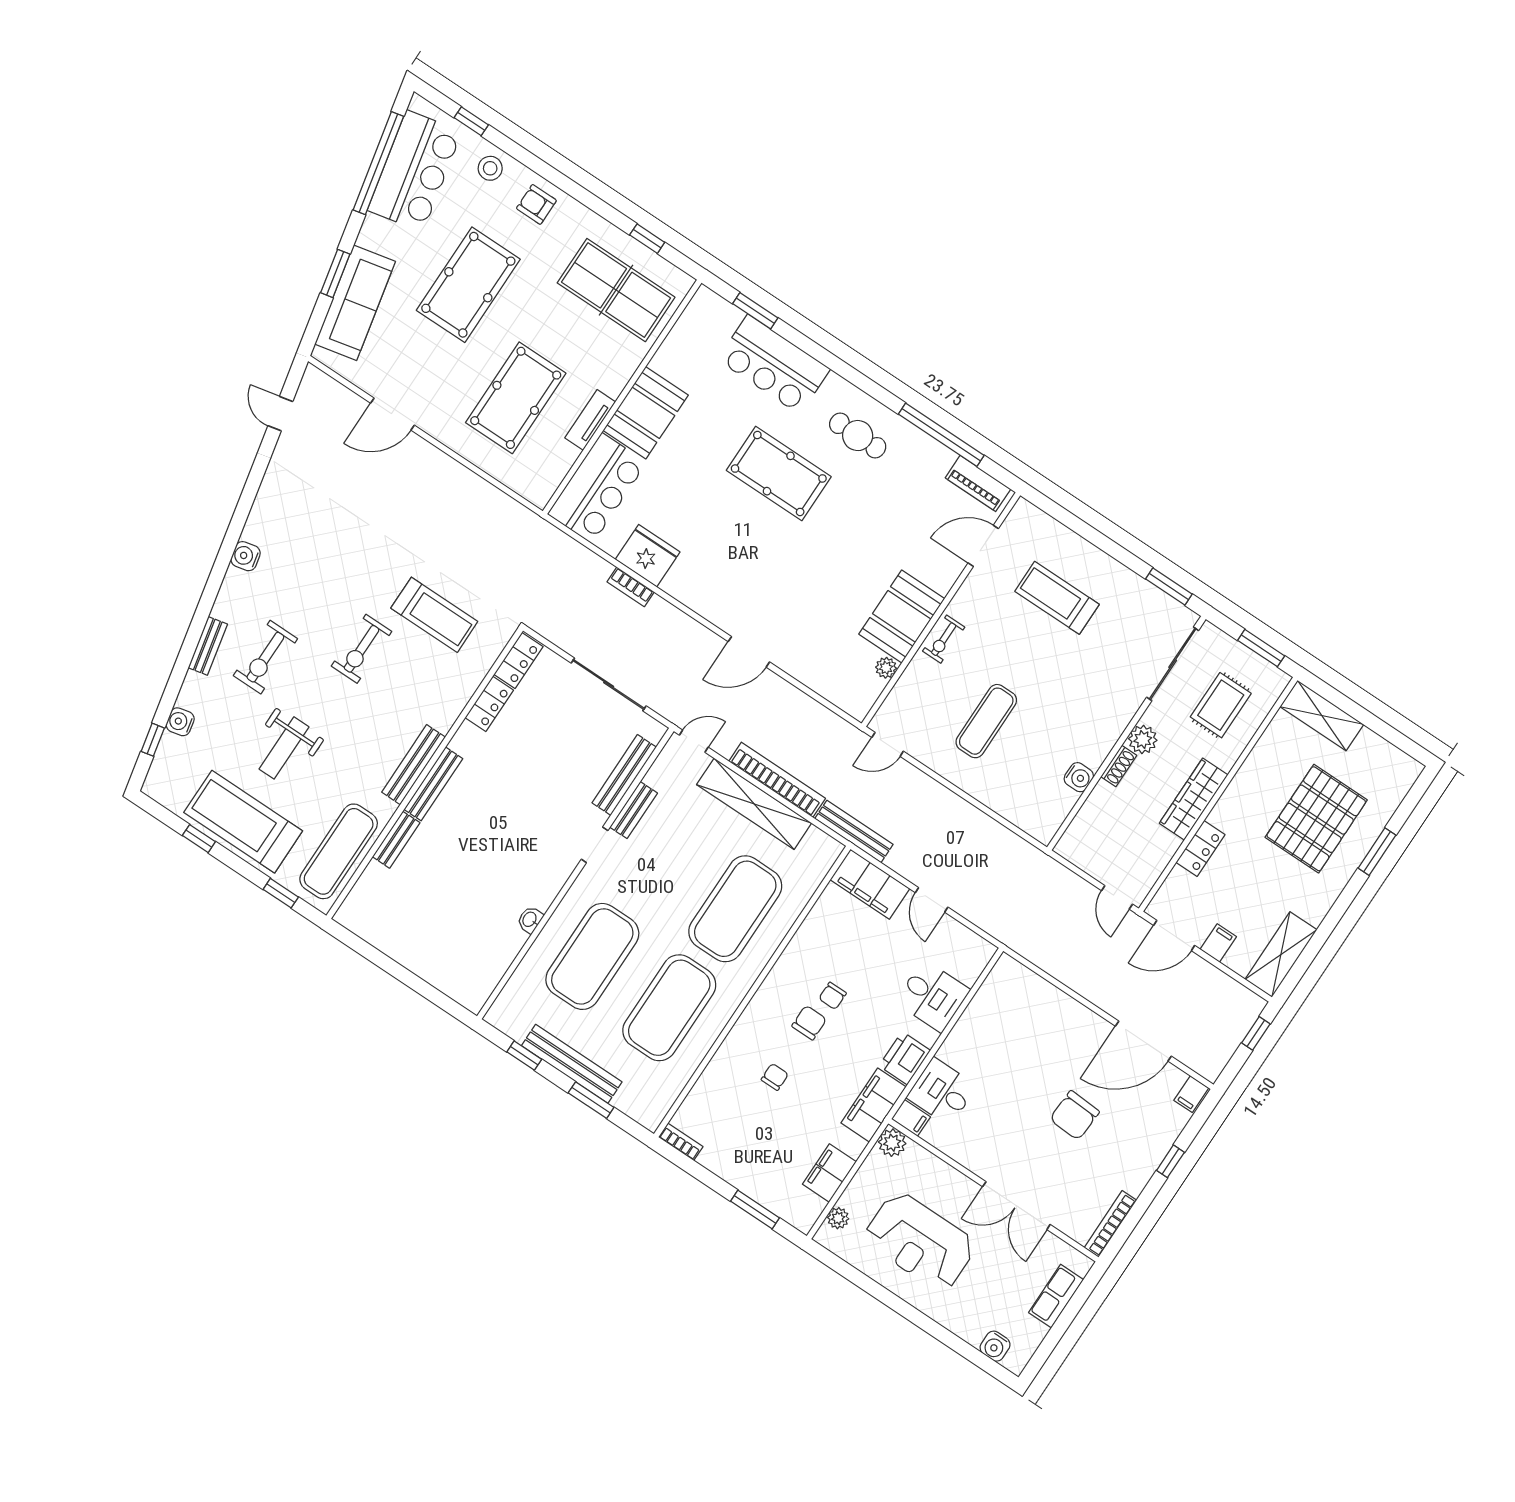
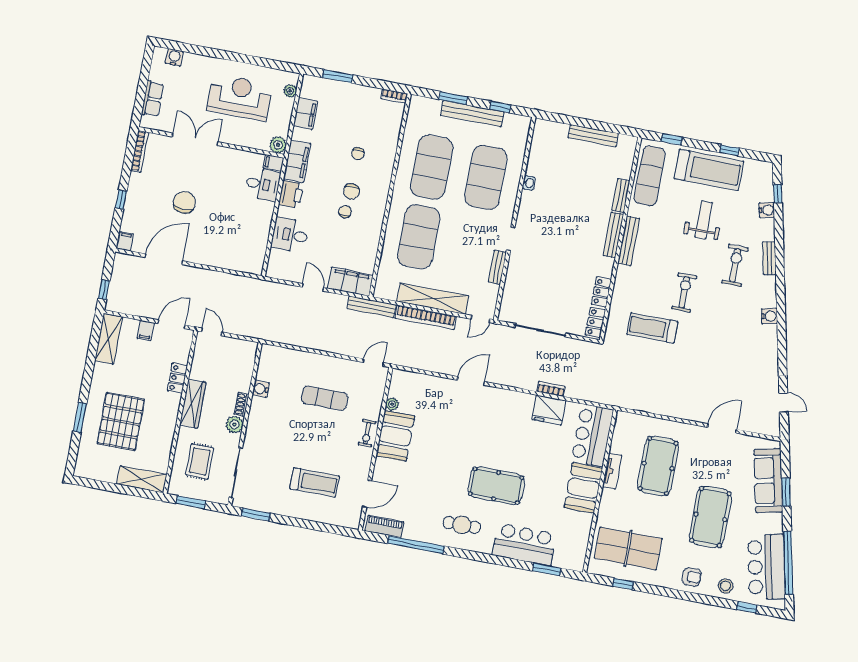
exercise bike: (944, 639) -> (367, 433), turned 180
exercise mat: (986, 721) -> (325, 398), turned 90
bench: (624, 775) -> (593, 136), moved, turned 90

